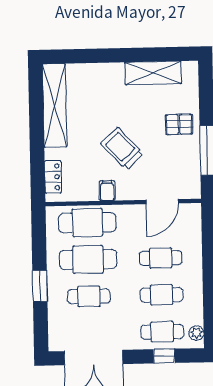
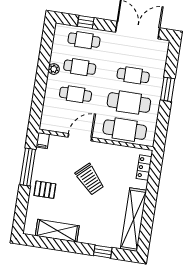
window: (88, 56) -> (103, 252), added
filing cabinet: (107, 191) -> (43, 141), moved
door: (162, 202) -> (80, 137), moved
plant: (196, 333) -> (54, 69), moved

